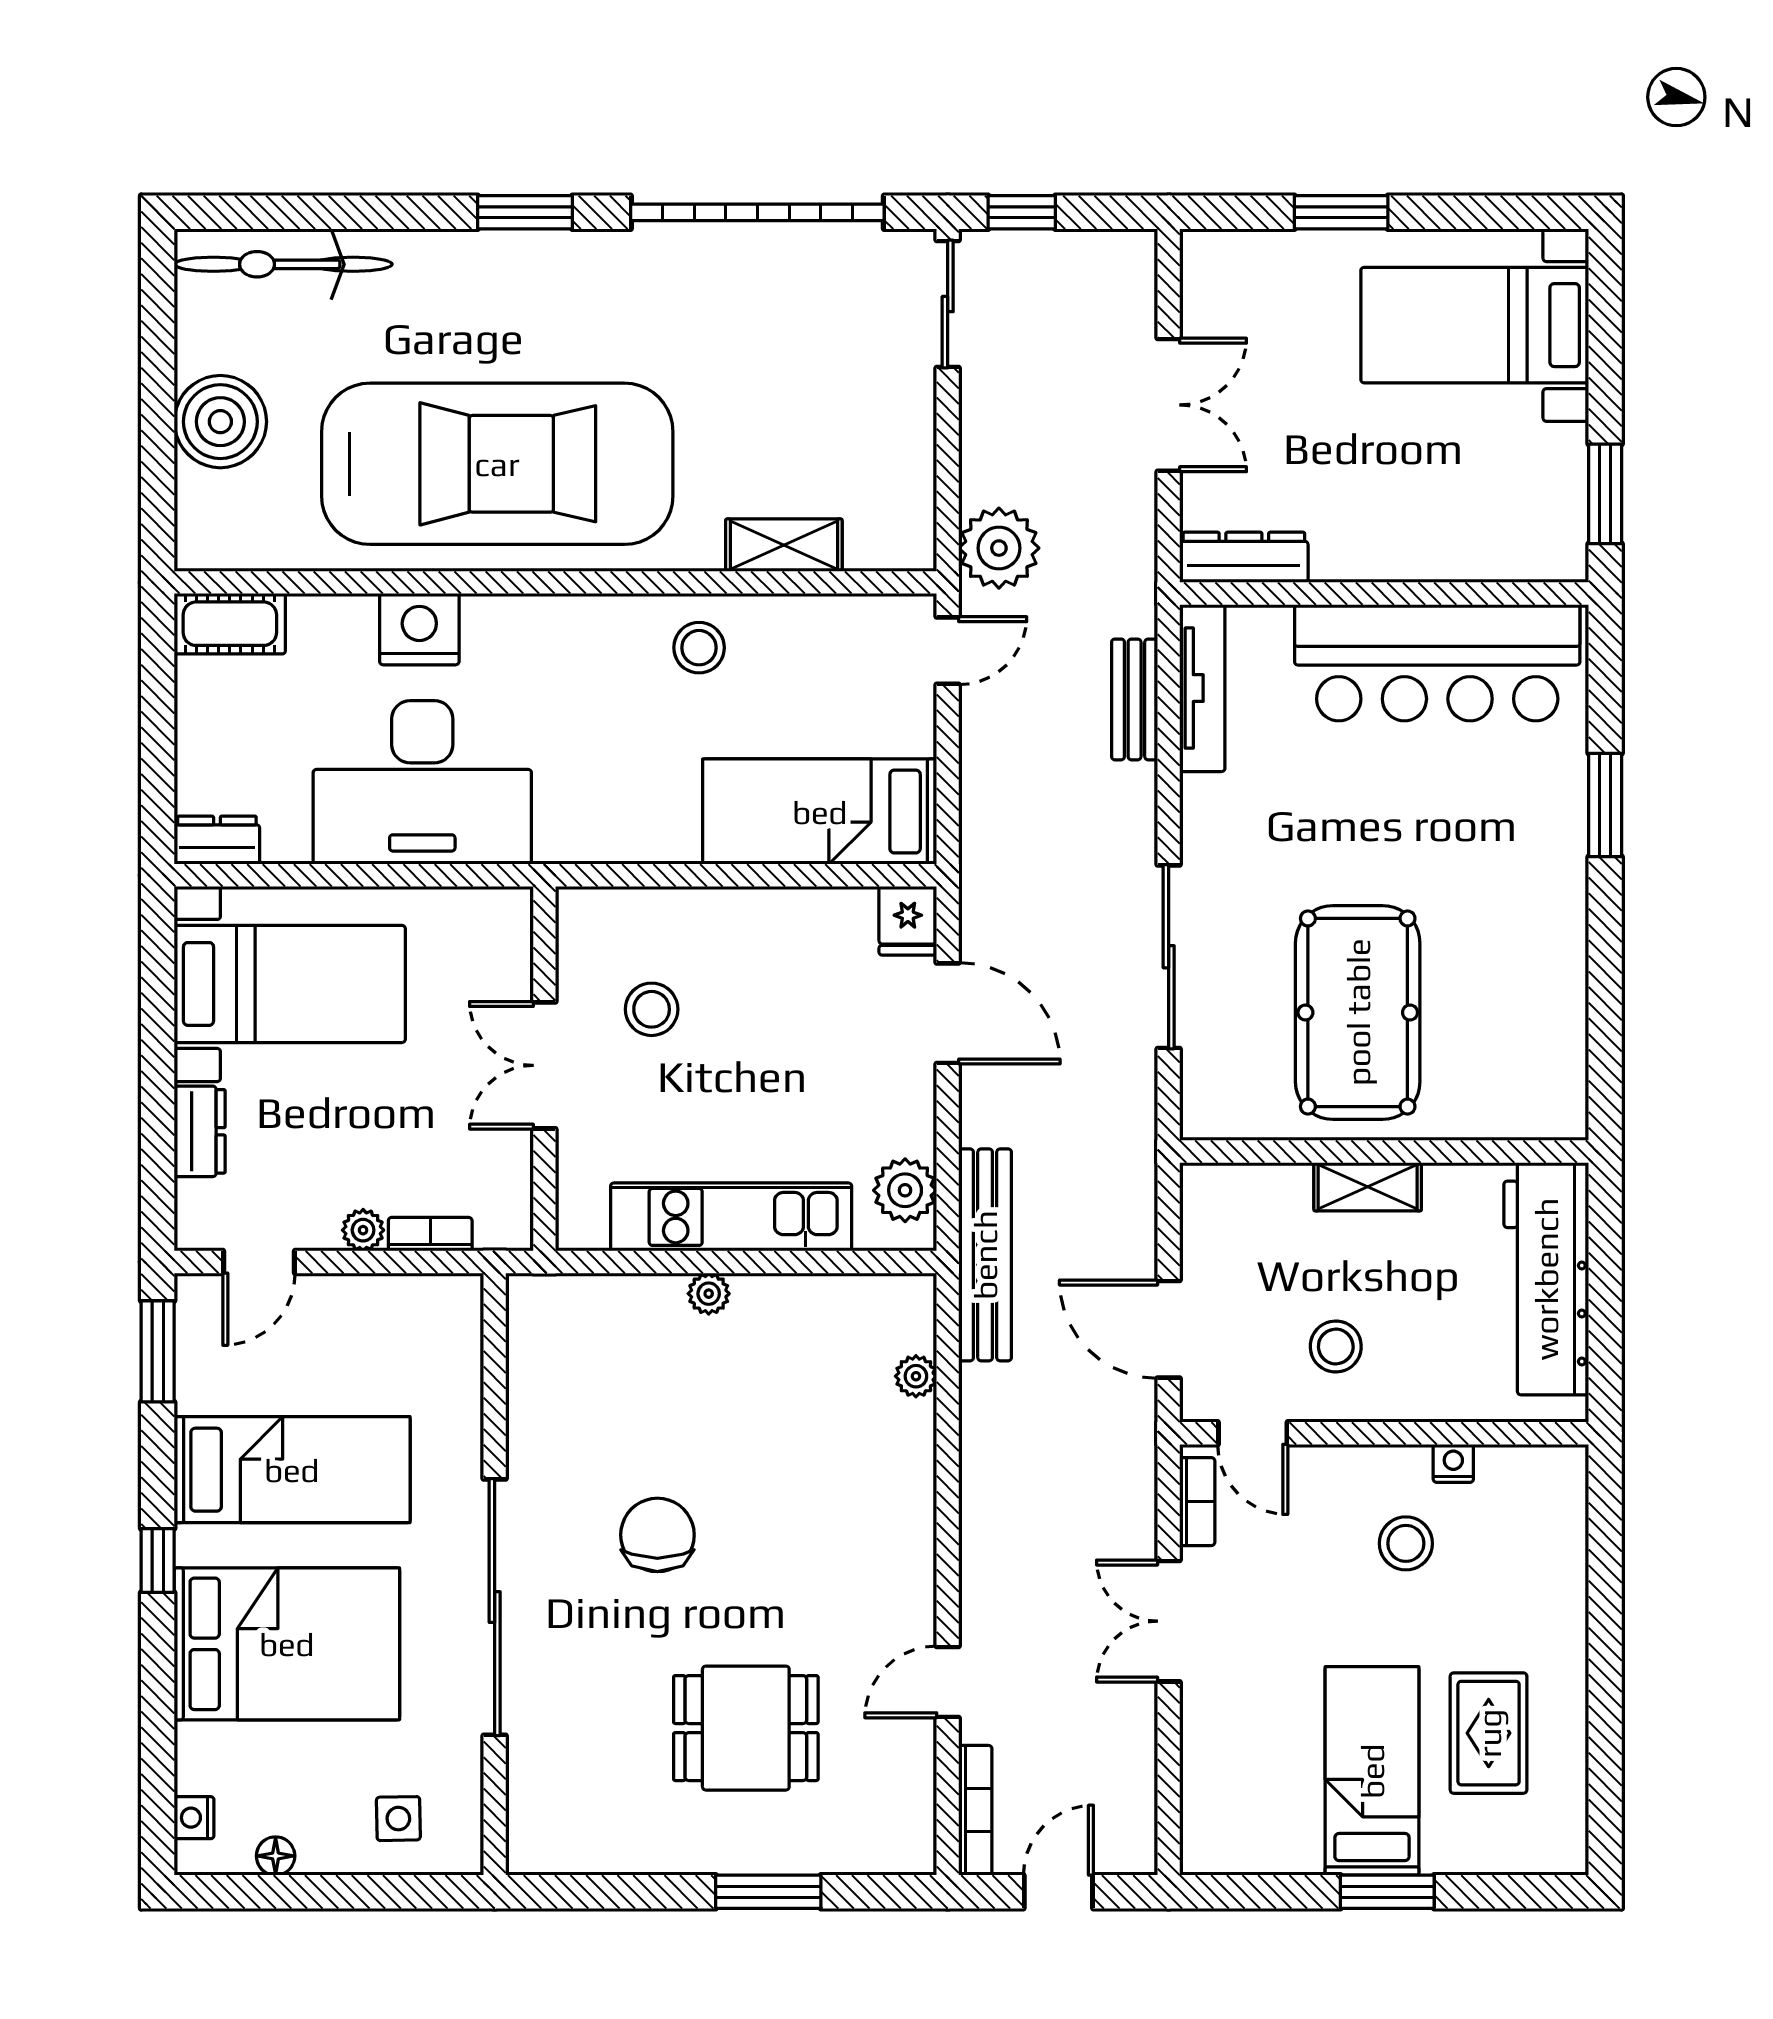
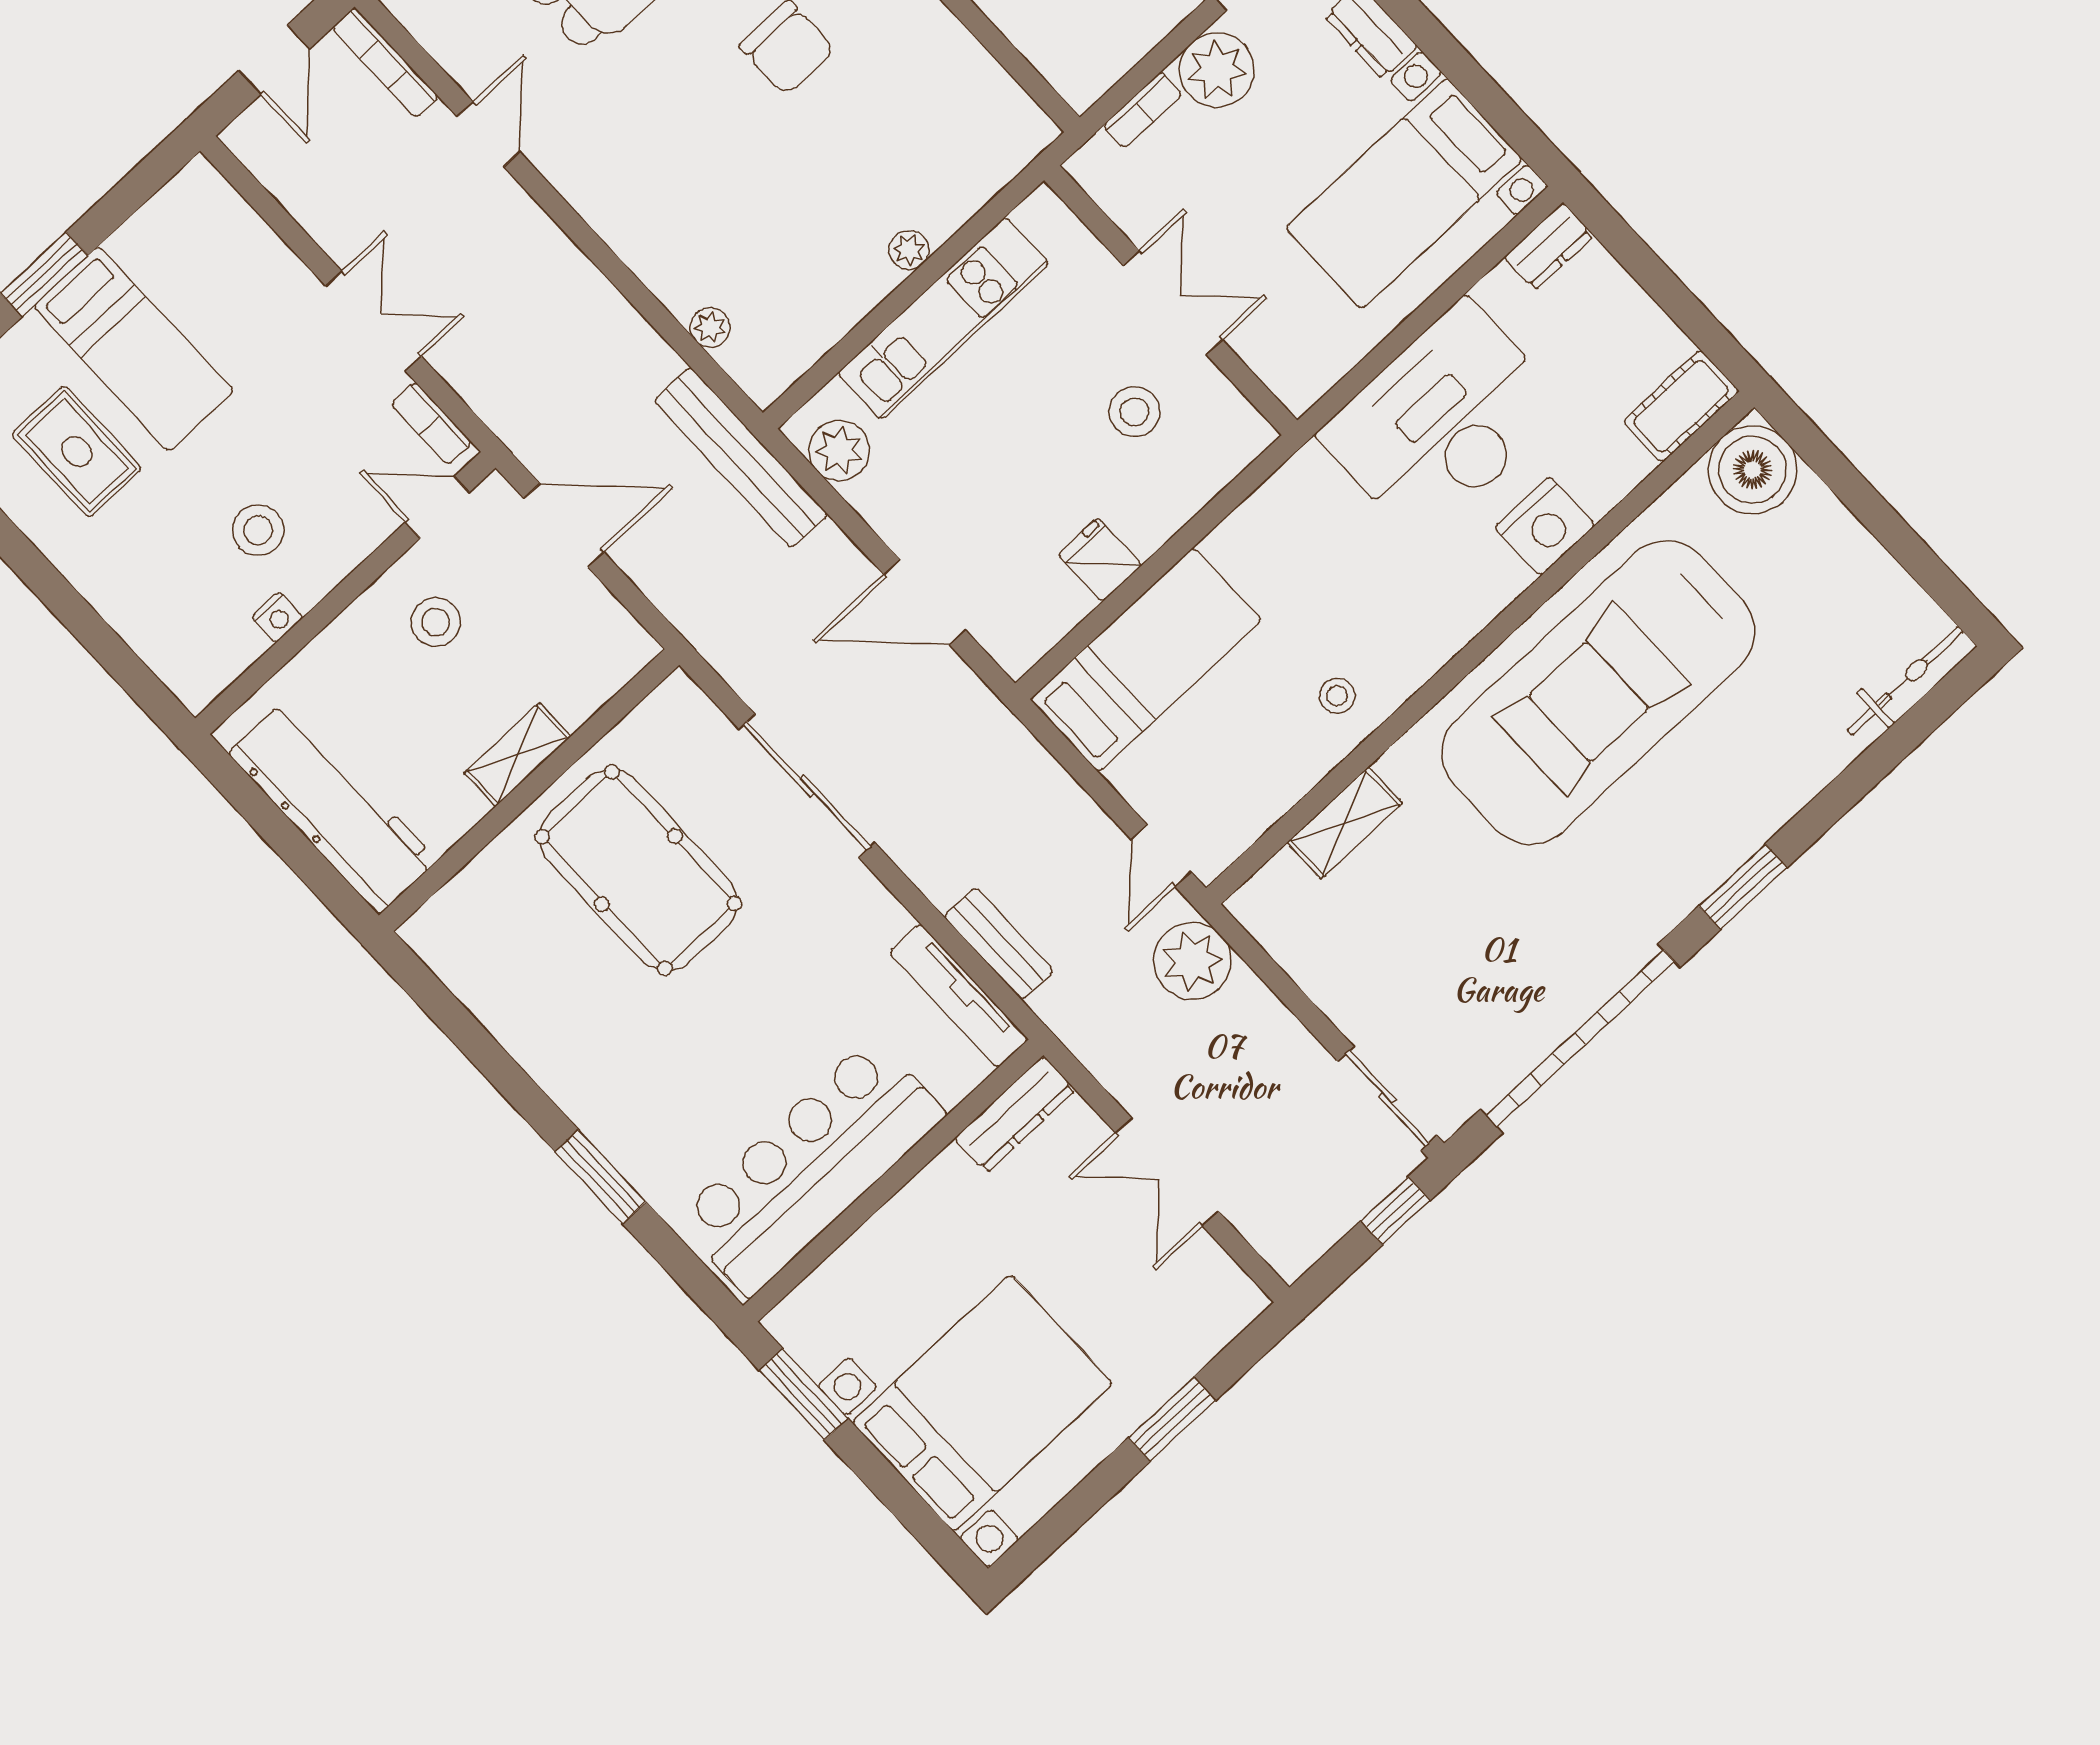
bicycle: (283, 264) -> (1905, 681), width x0.73, depth x0.71
bed with nightstands: (1475, 325) -> (982, 1403), width x1.36
boiler: (220, 422) -> (1752, 470), moved
stool: (699, 648) -> (1337, 696), width x0.73, depth x0.73
fridge: (908, 921) -> (1100, 560), moved
plant: (363, 1230) -> (1217, 70), width x1.87, depth x1.87

